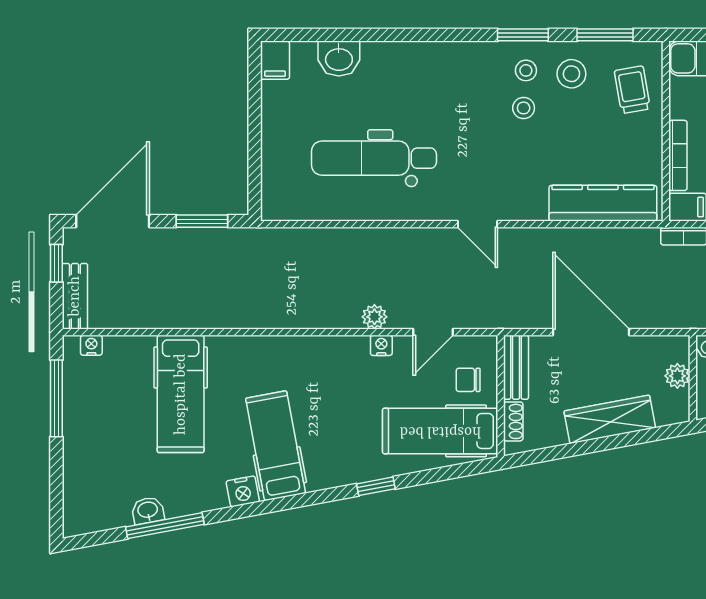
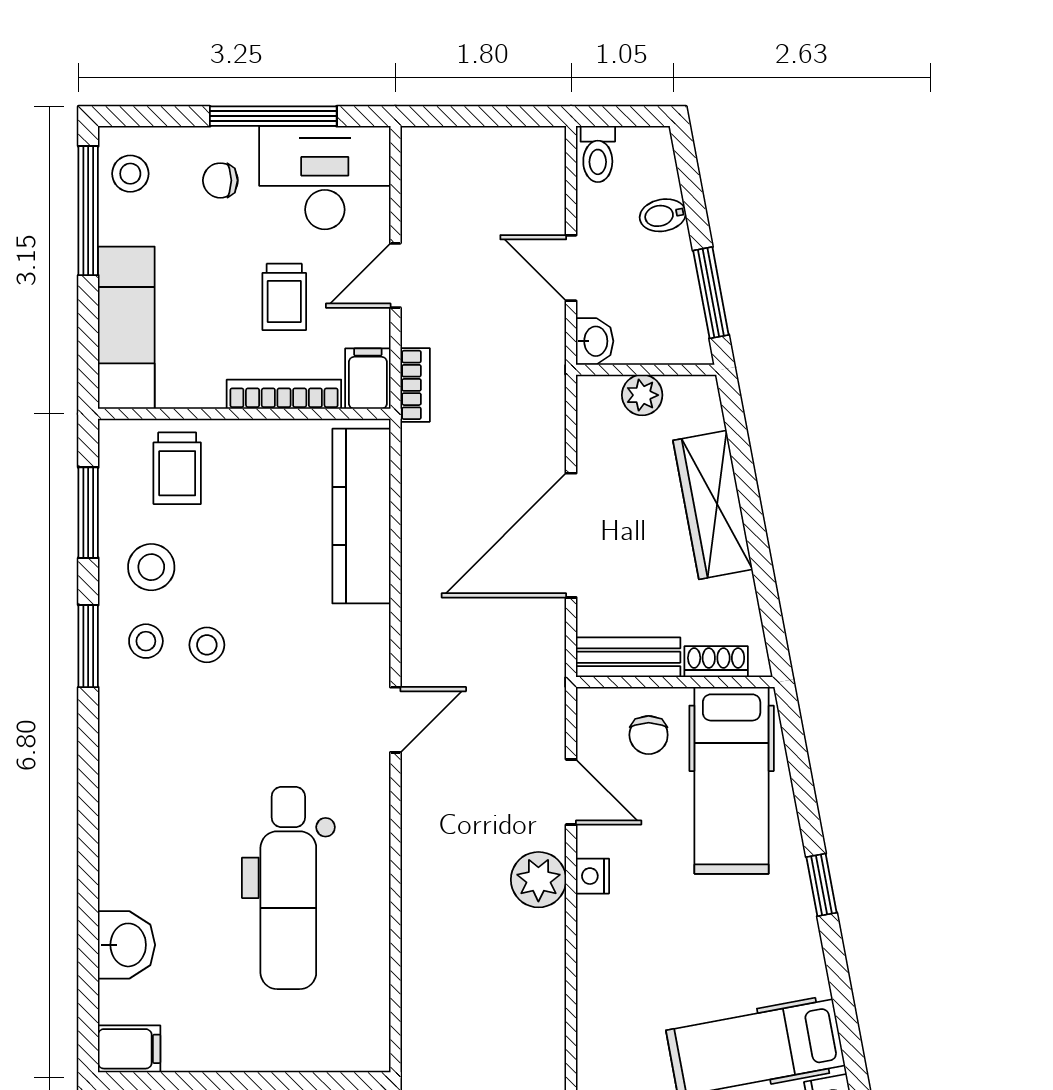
trolley: (632, 90) -> (177, 468), turned -80
plant: (374, 317) -> (538, 880), width x1.38, depth x1.38

